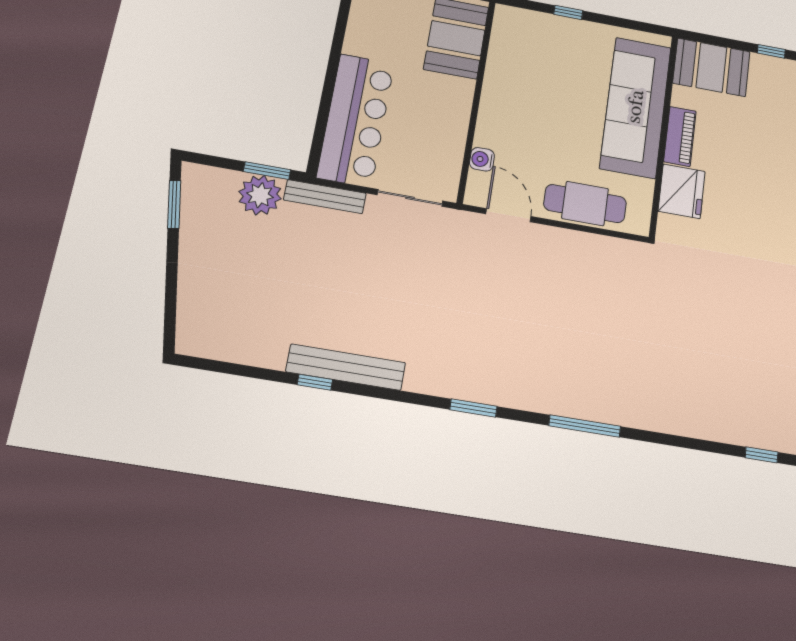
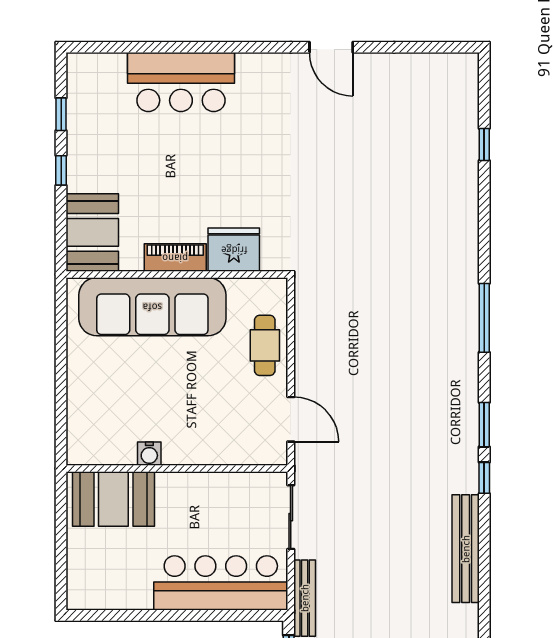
window: (568, 12) -> (61, 389), removed
water cooler: (482, 159) -> (149, 454), moved
cafe table: (585, 204) -> (265, 345), width x0.73, depth x0.74
door: (508, 215) -> (291, 419), swing flipped
window: (315, 382) -> (484, 478), moved

